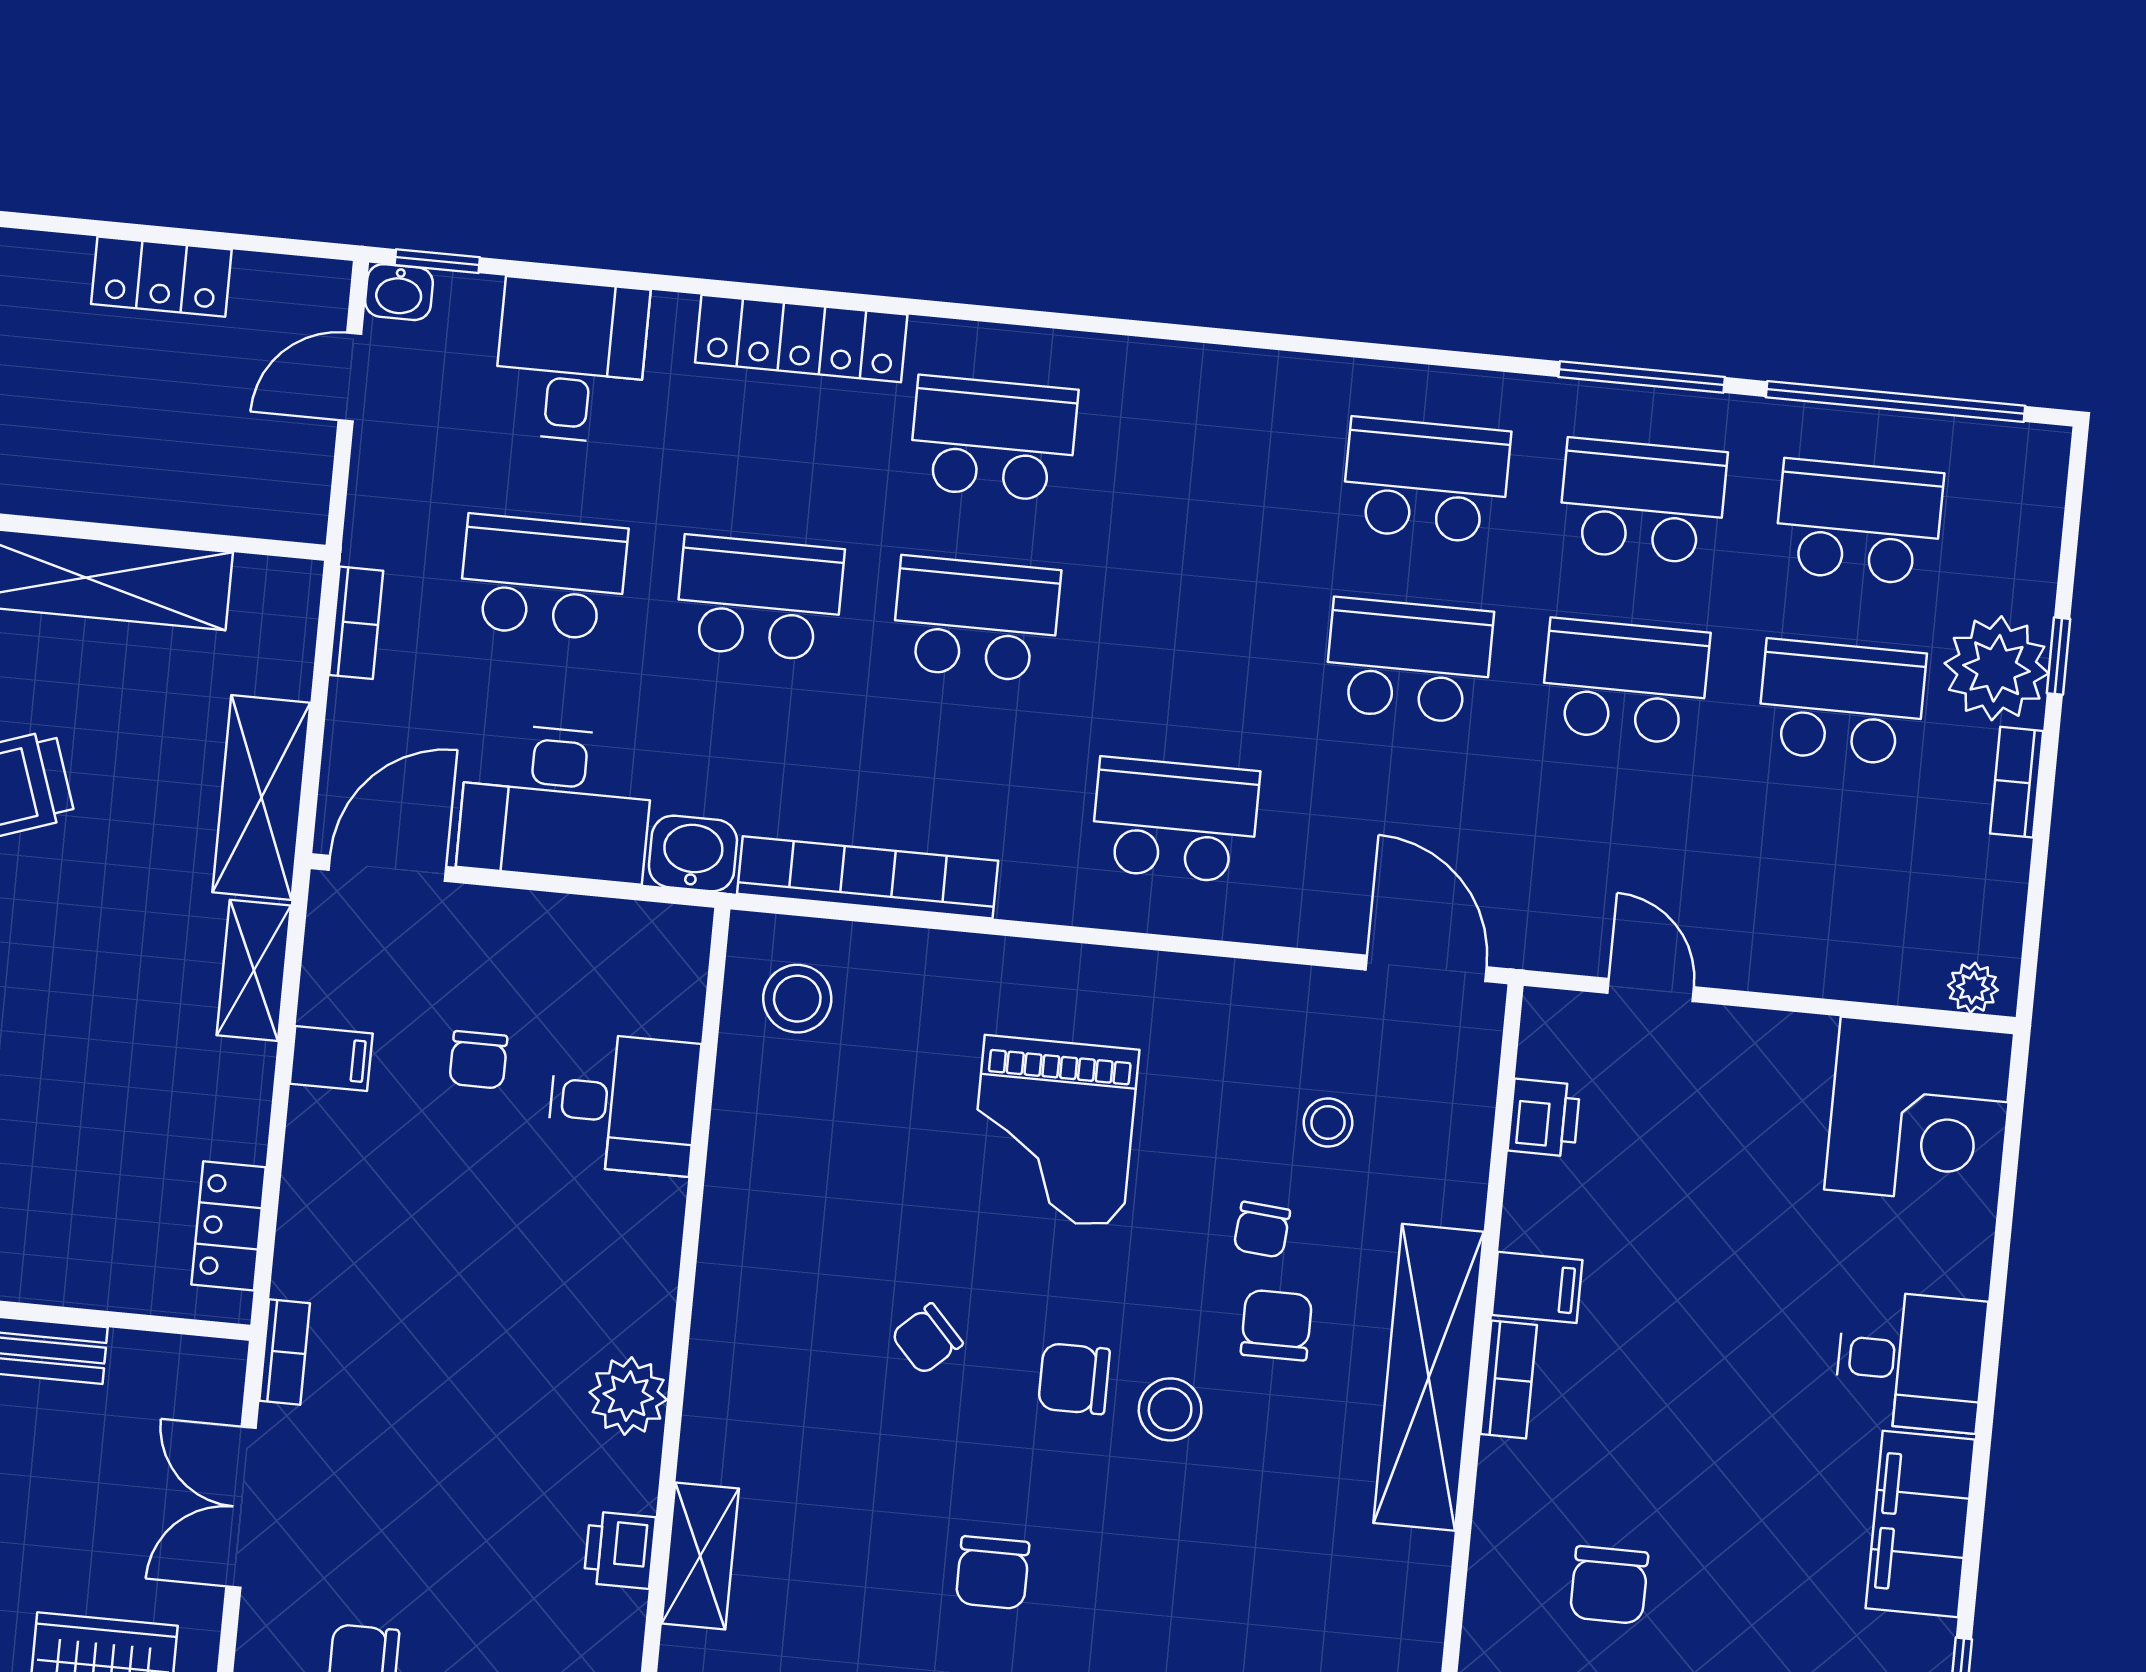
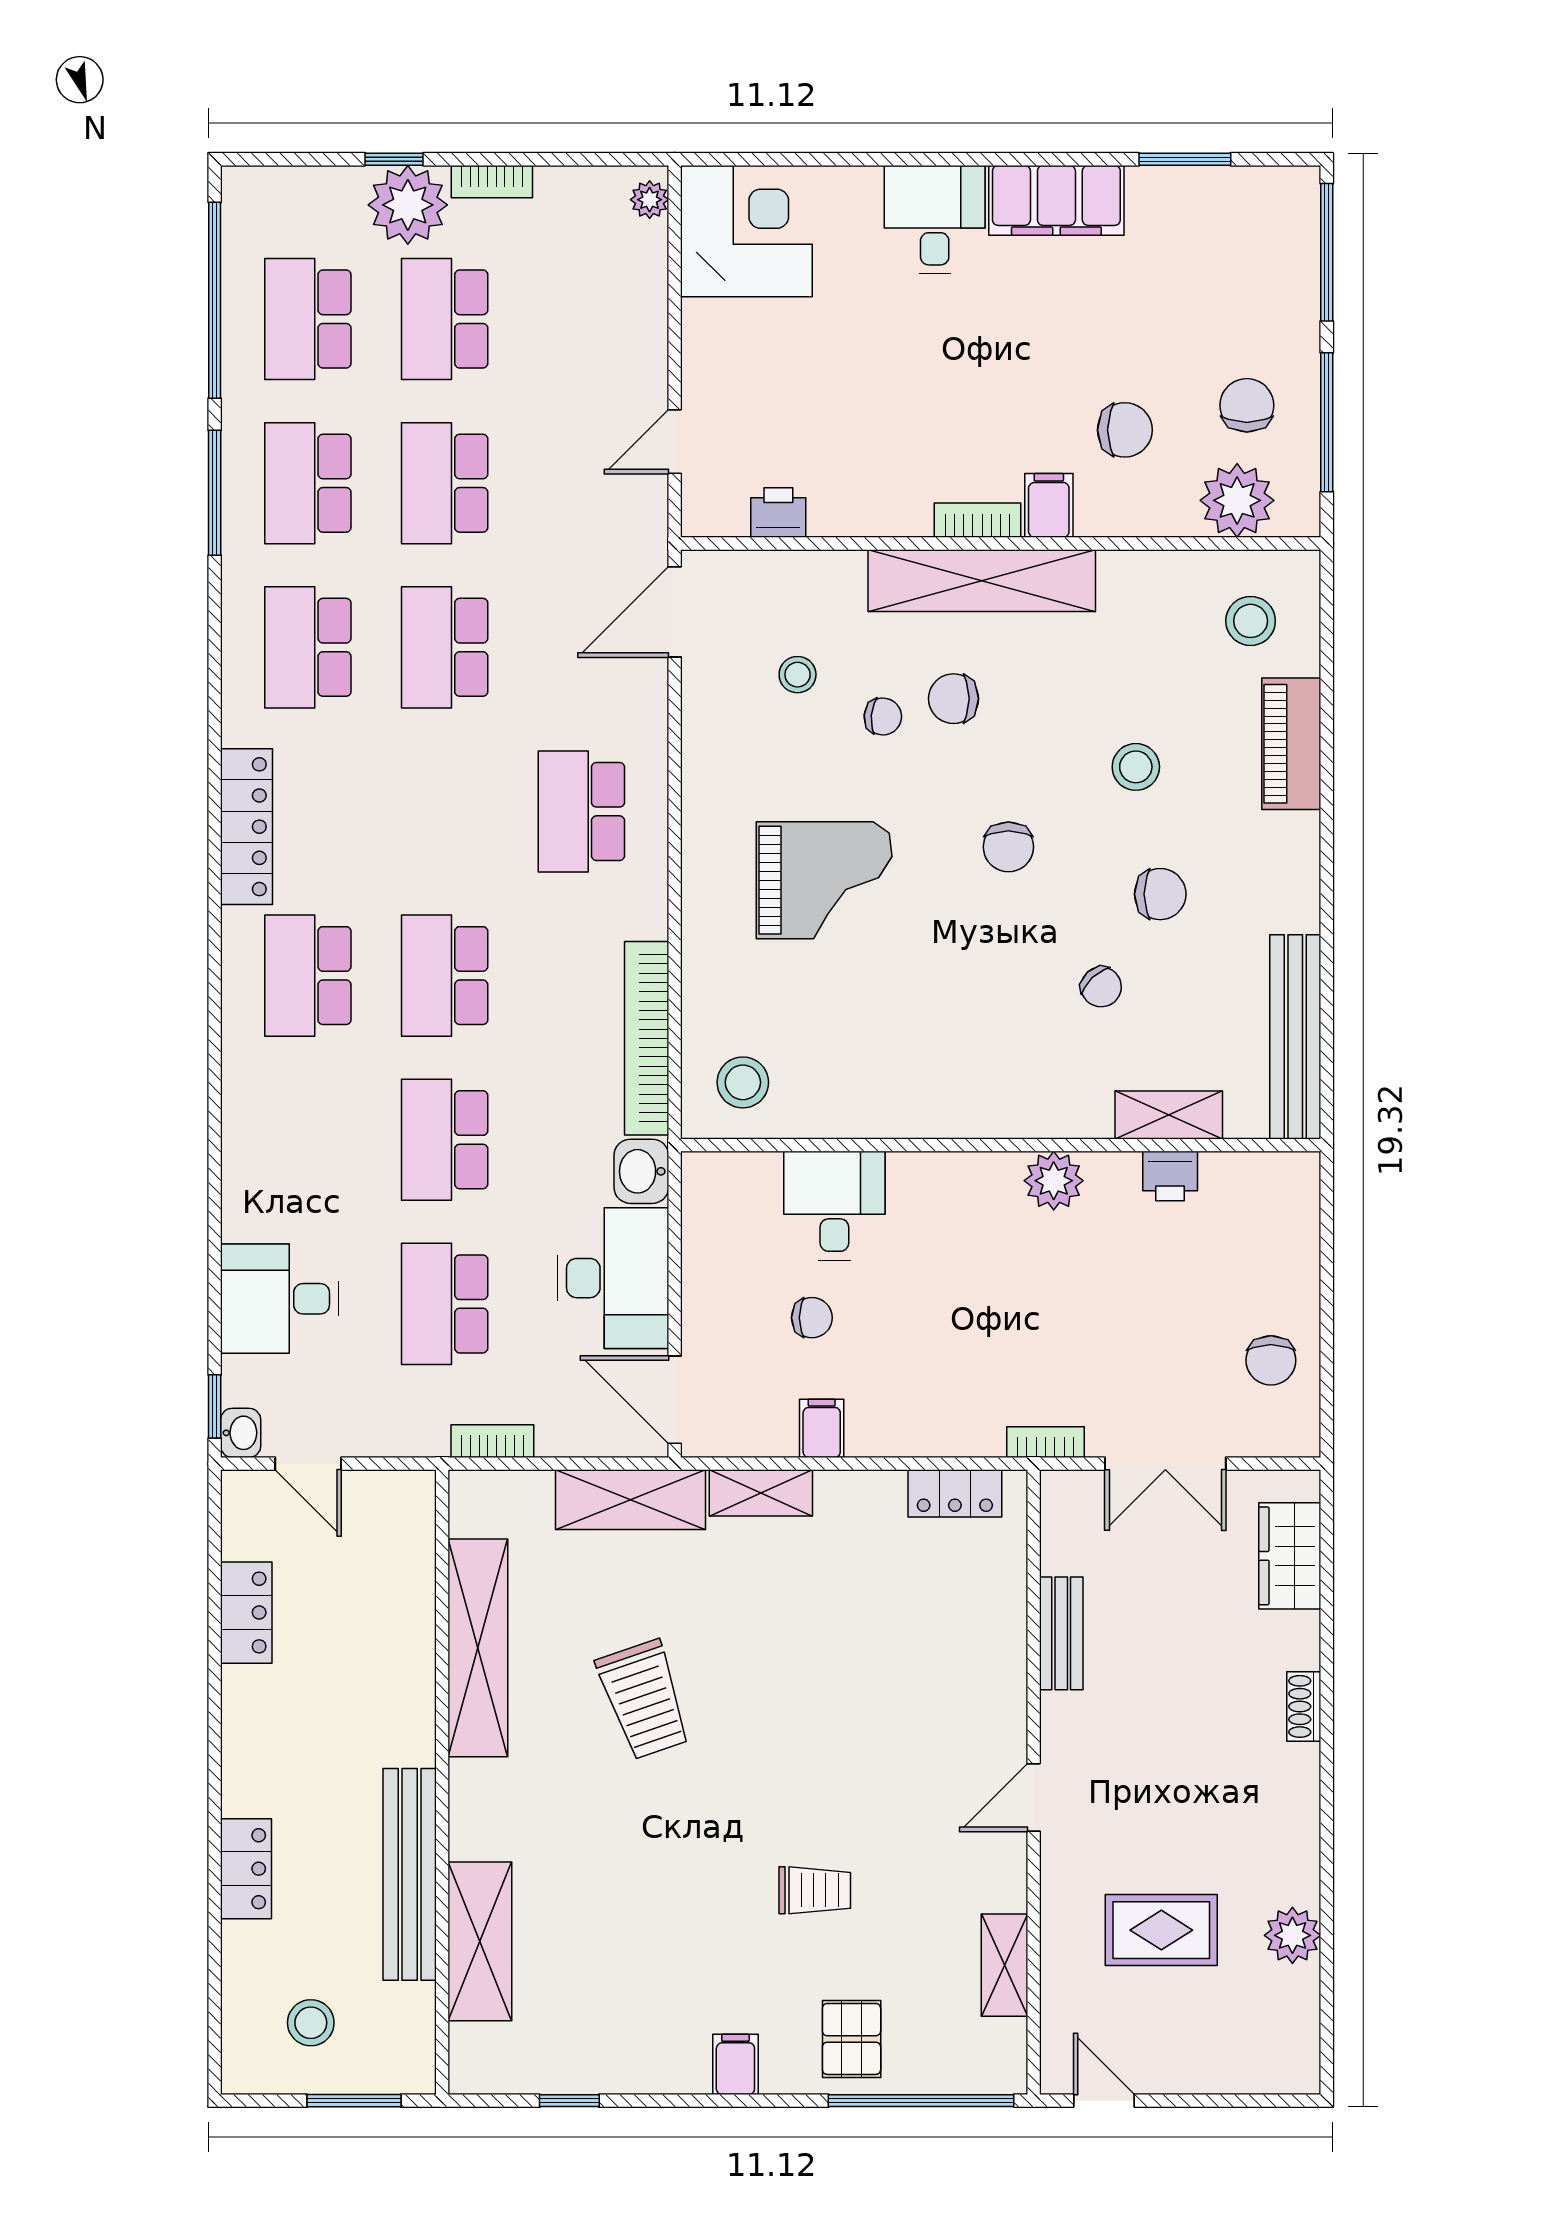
locker: (801, 339) -> (246, 827), moved
filing cabinet: (1537, 1287) -> (1049, 505), moved
chair: (927, 1339) -> (1101, 987), moved
stool: (1170, 1409) -> (1136, 767), moved

